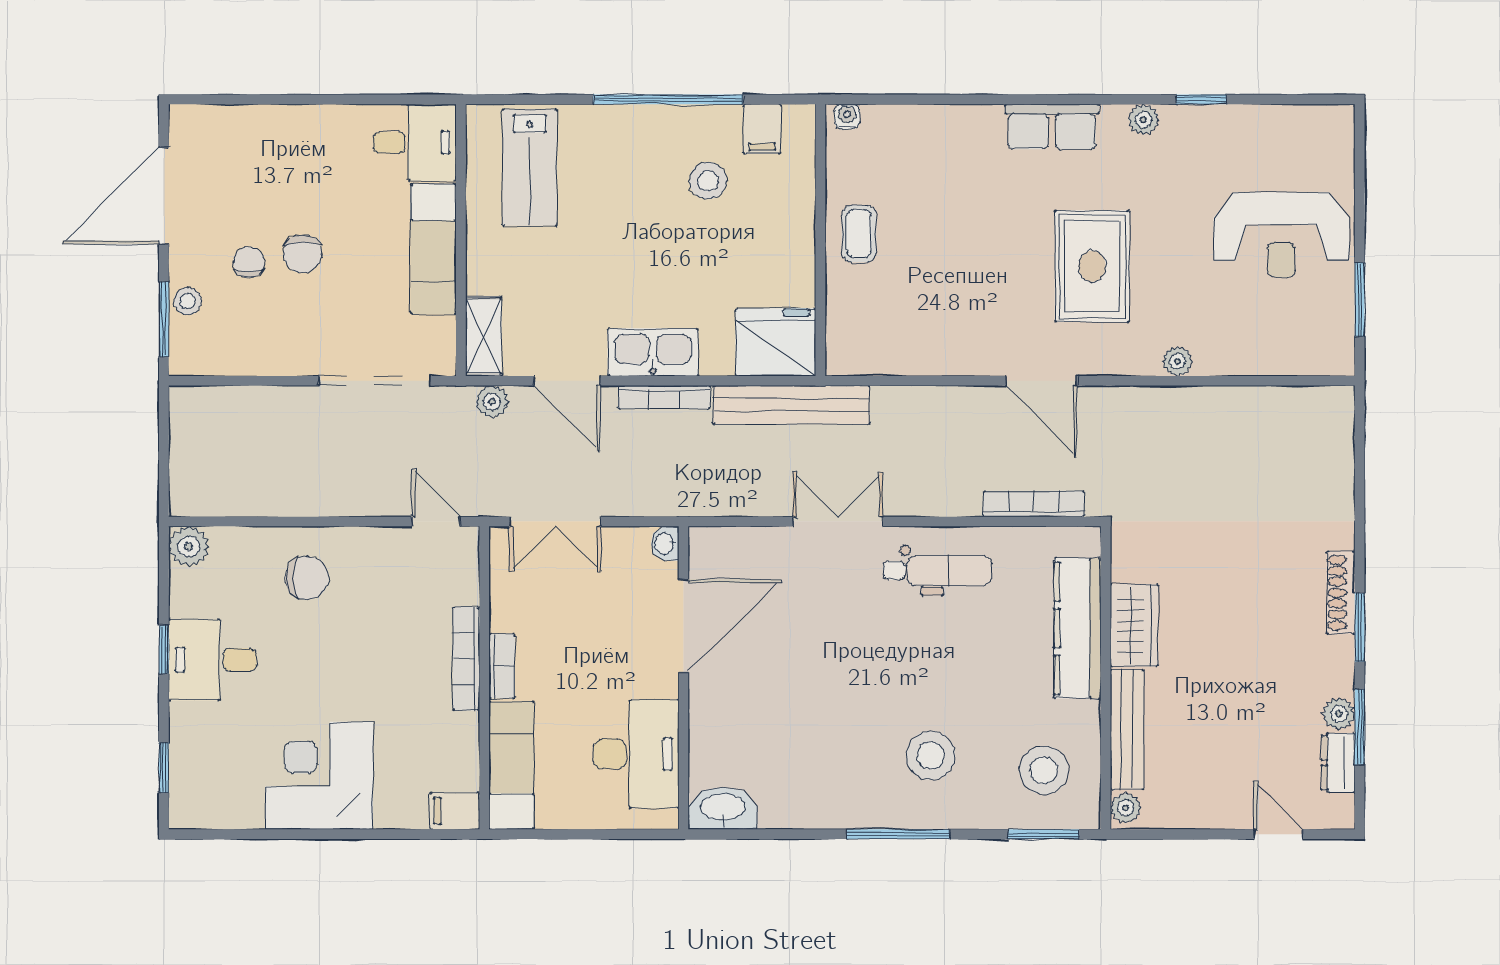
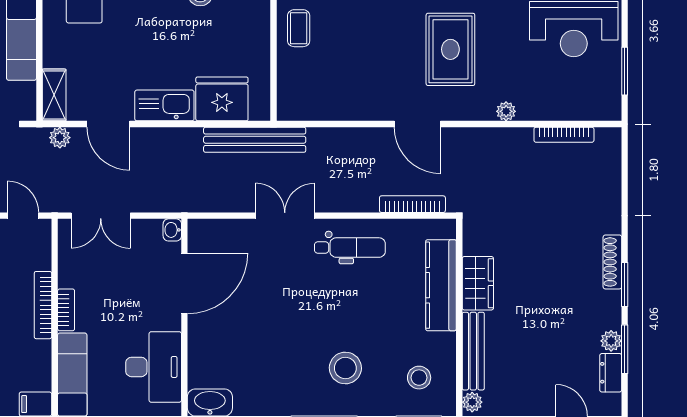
fridge: (776, 342) -> (222, 99), moved
bookcase: (664, 397) -> (564, 135), moved
stool: (1044, 770) -> (419, 378), width x0.73, depth x0.73

